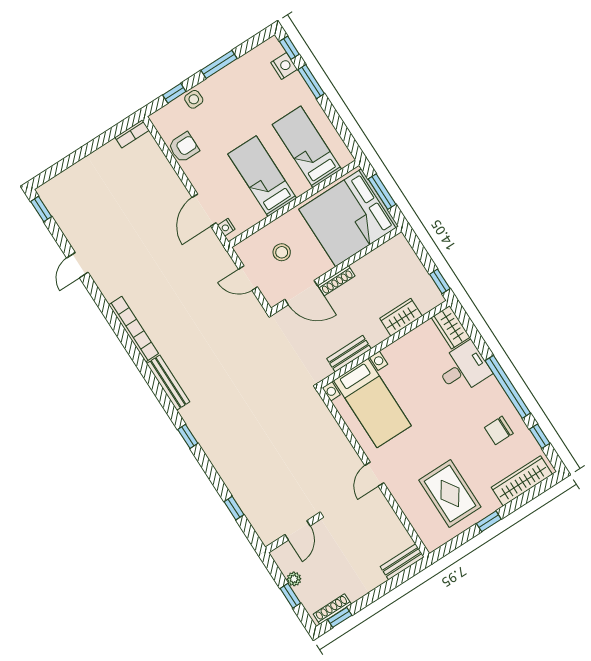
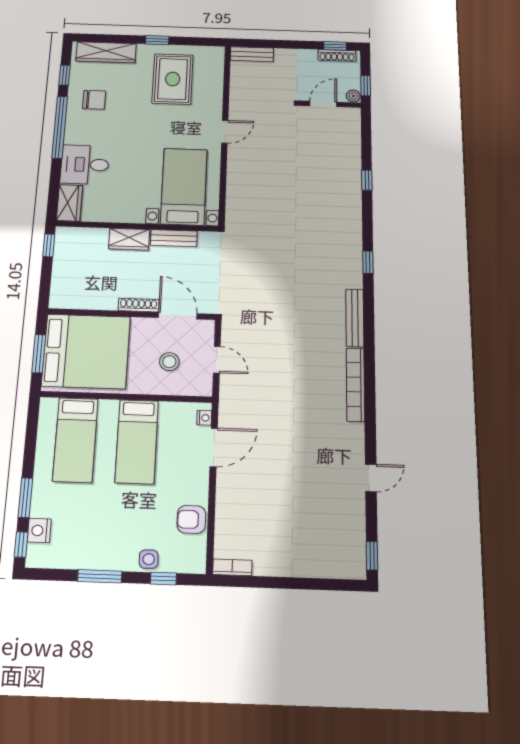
wardrobe: (401, 317) -> (129, 239), moved
door: (298, 530) -> (323, 104), moved
wall: (292, 534) -> (330, 104), moved

